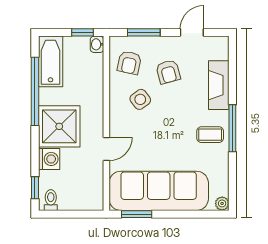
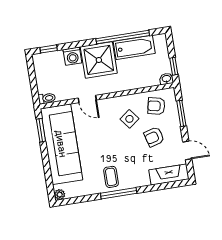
bathtub: (51, 61) -> (134, 47), moved
fireplace: (219, 85) -> (169, 174), moved
toilet: (51, 200) -> (47, 98), moved

